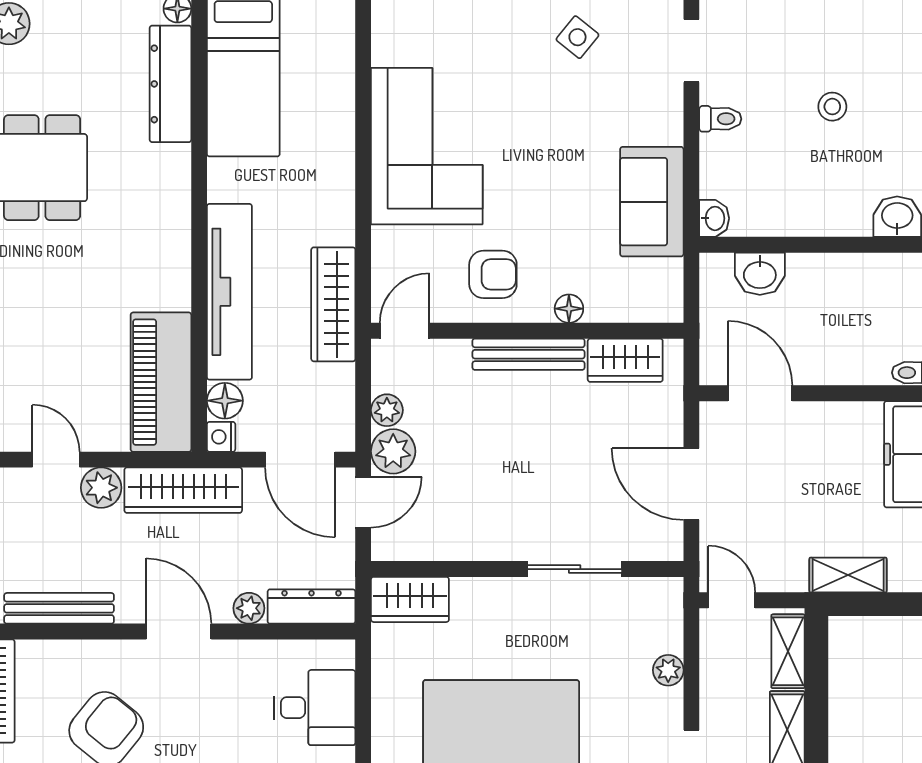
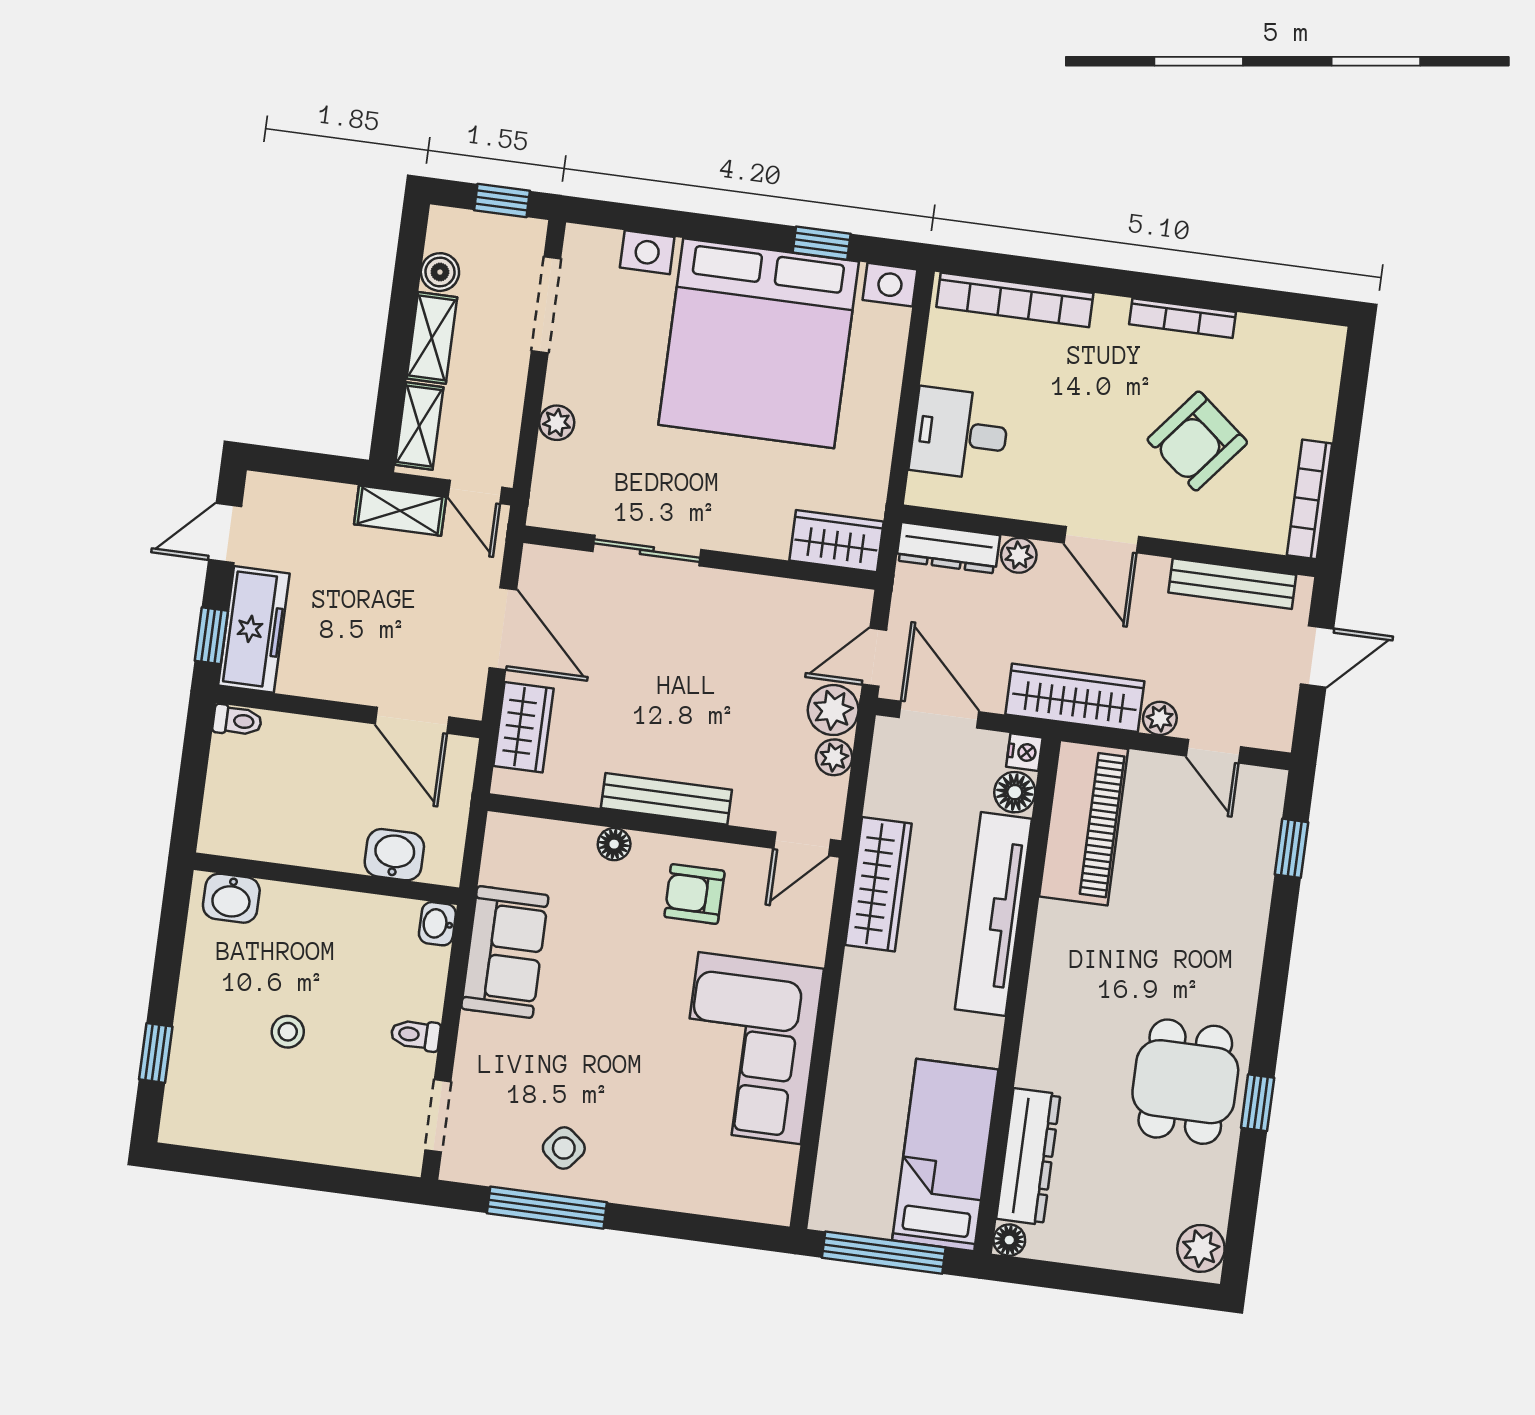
wardrobe: (625, 360) -> (523, 727), moved, turned 90
plant: (101, 488) -> (1160, 718), width x0.73, depth x0.73
shelving: (848, 575) -> (400, 511), moved

